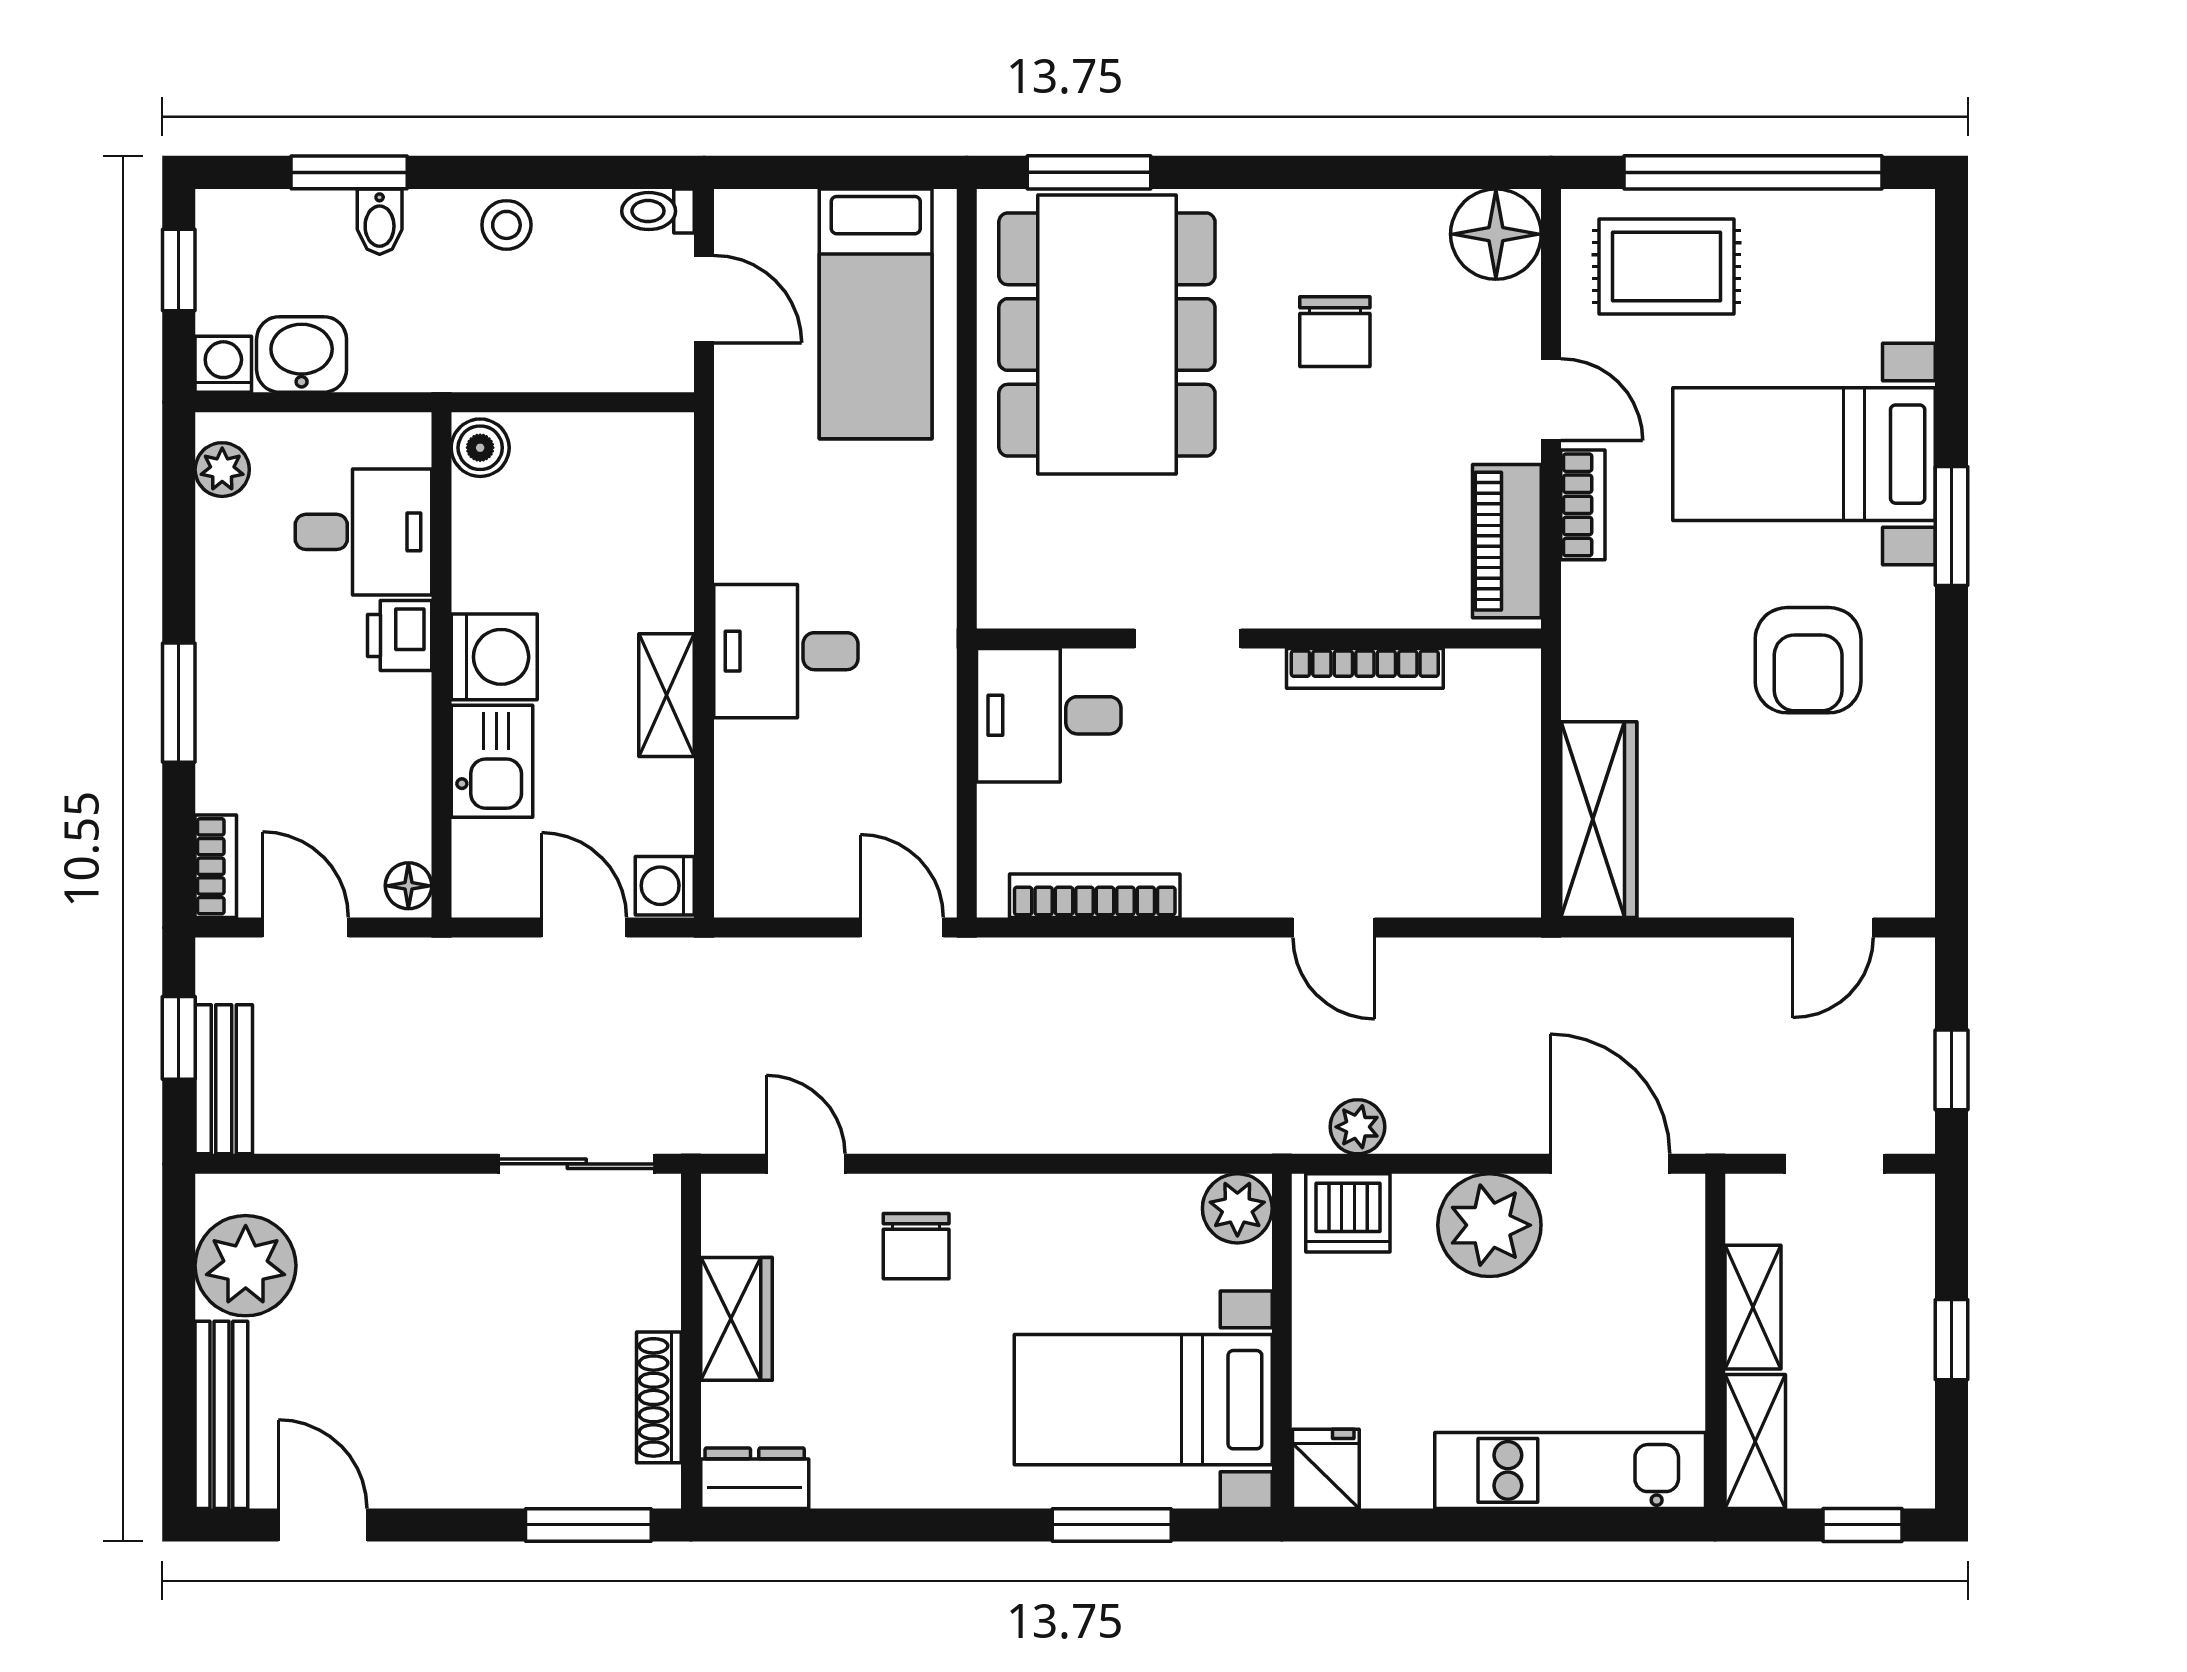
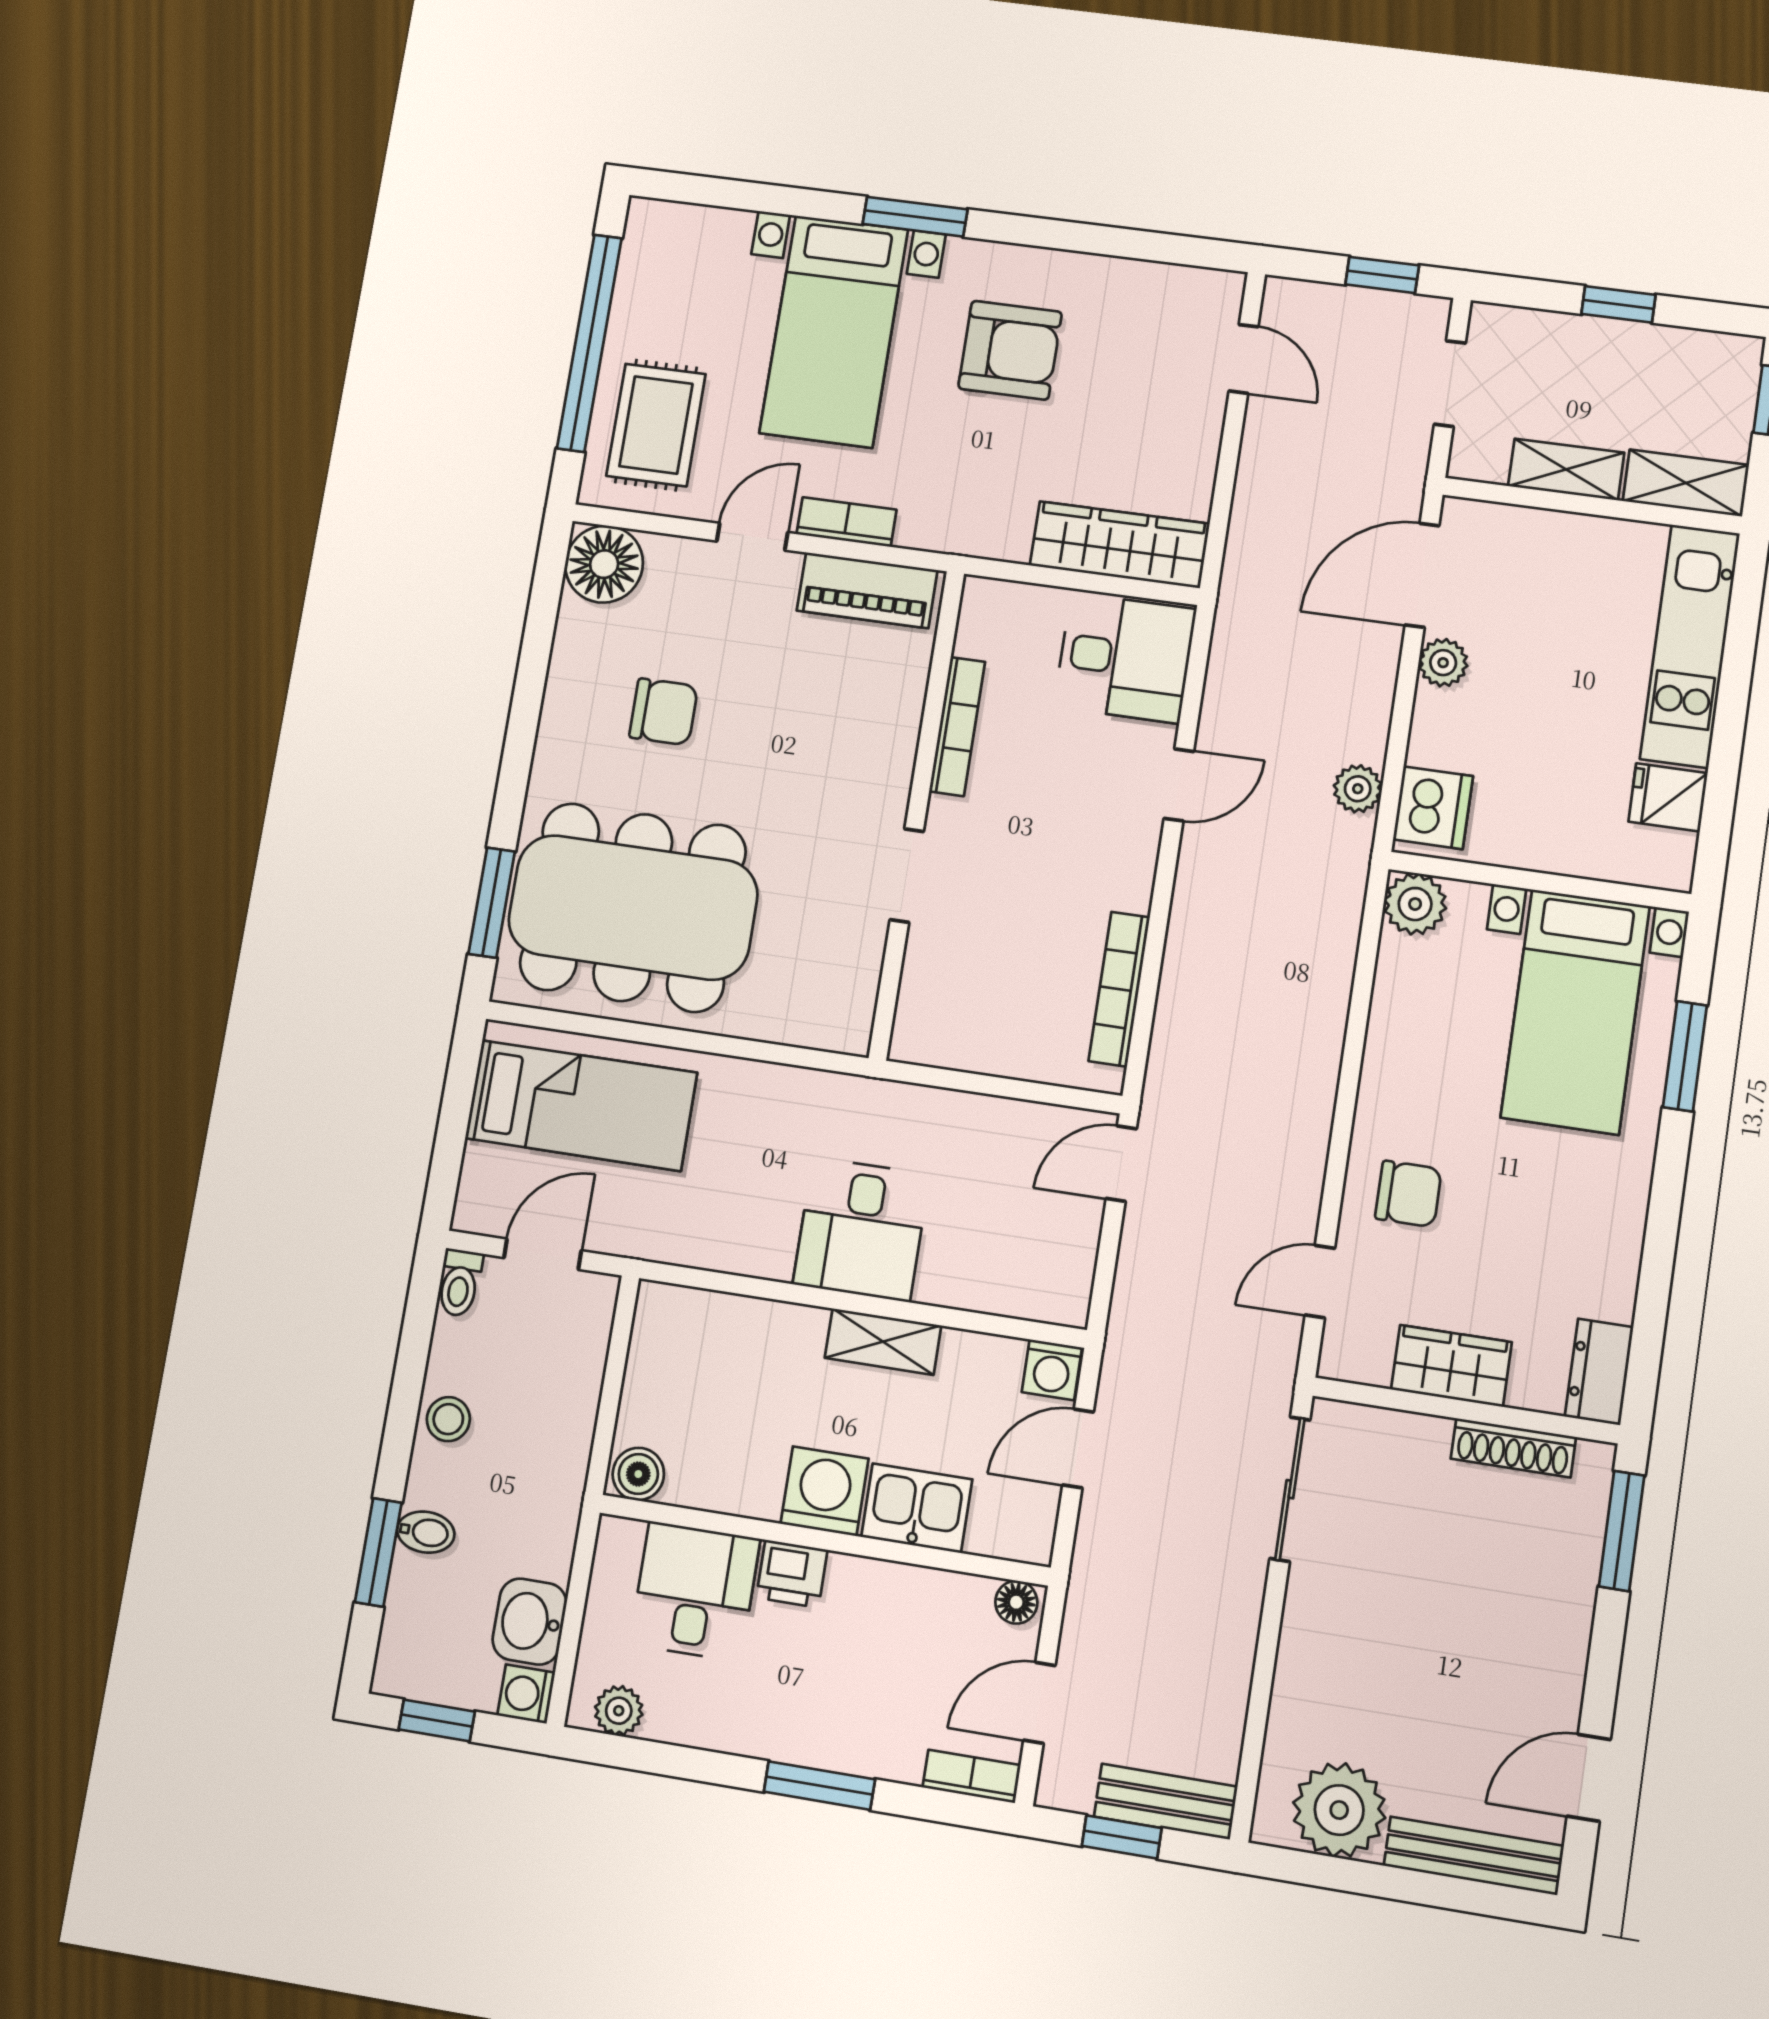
desk: (1049, 715) -> (1125, 658), moved, turned -90
plant: (1489, 1225) -> (1443, 663), width x0.53, depth x0.53
fridge: (1326, 1469) -> (1668, 797), moved

